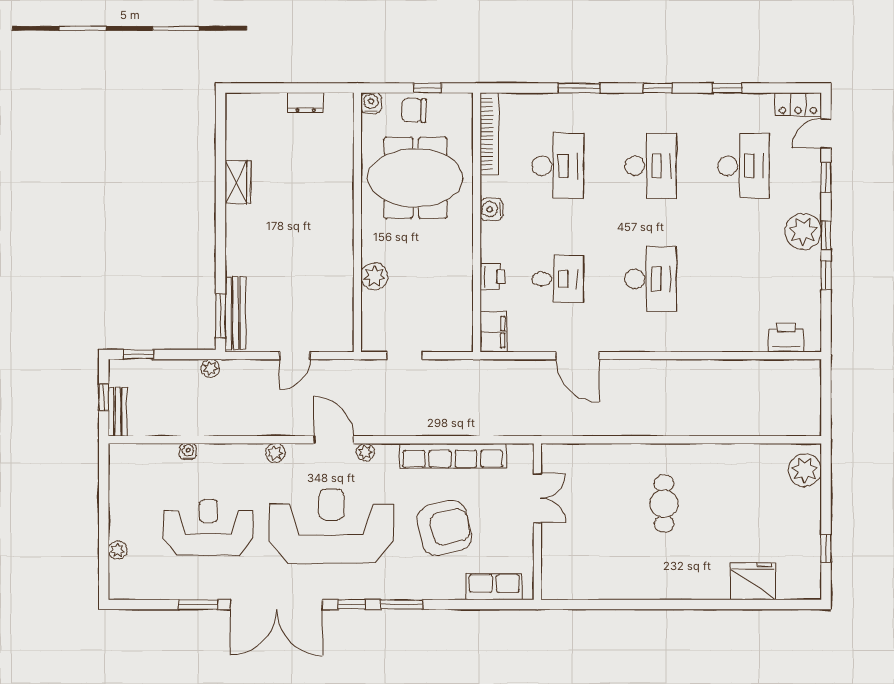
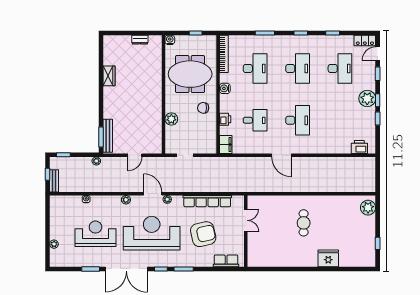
chair: (414, 110) -> (203, 108), moved
door: (577, 356) -> (282, 155), moved
fridge: (753, 581) -> (328, 258), moved

